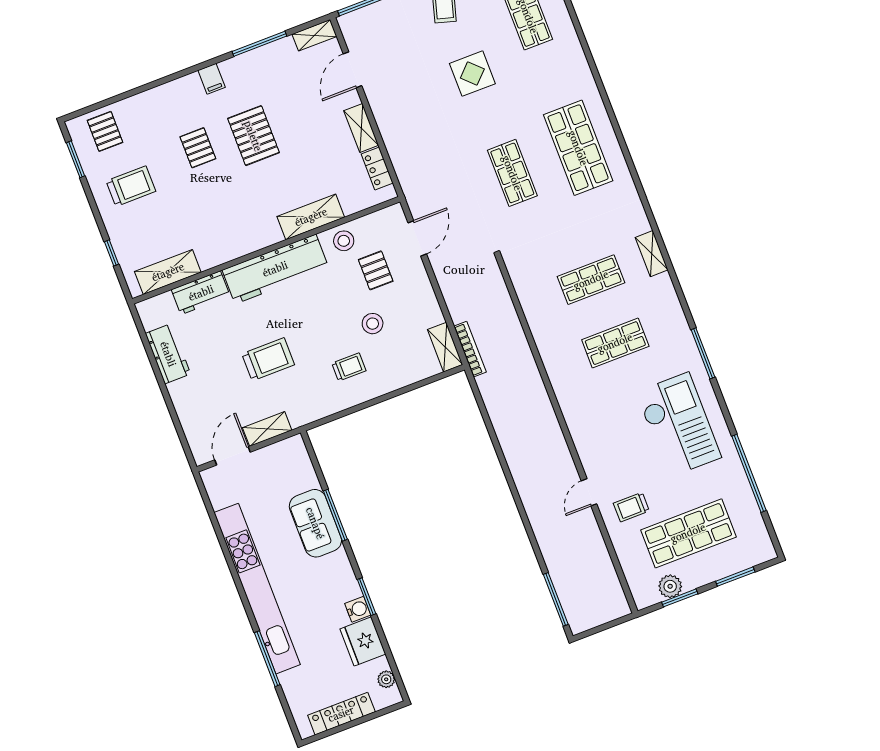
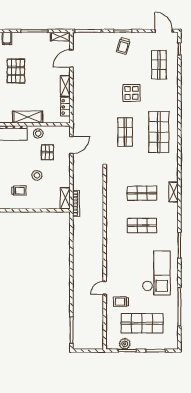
display table: (472, 74) -> (131, 93), moved

